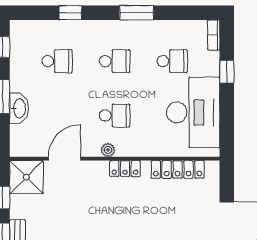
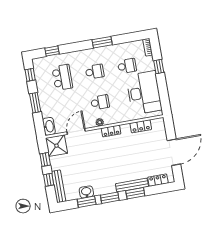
window: (70, 13) -> (52, 51), moved
school desk: (57, 61) -> (62, 77), width x1.85
washbasin: (19, 108) -> (49, 126), moved
locker: (178, 169) -> (141, 126), width x0.66

